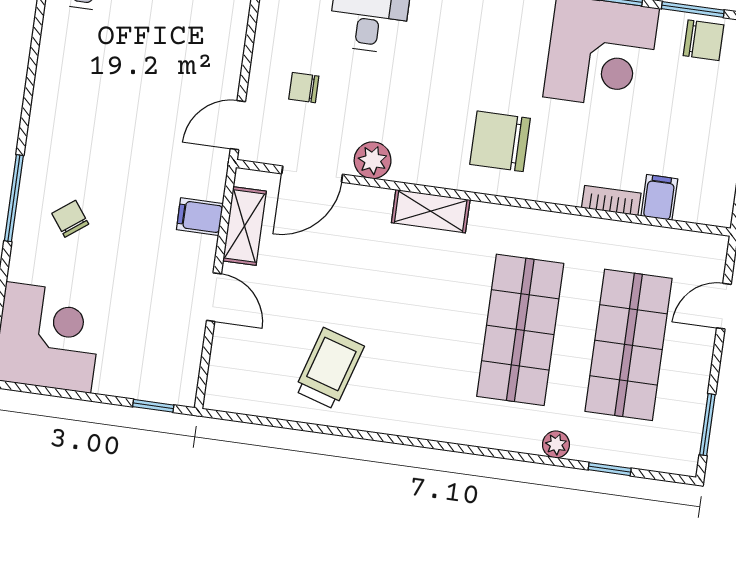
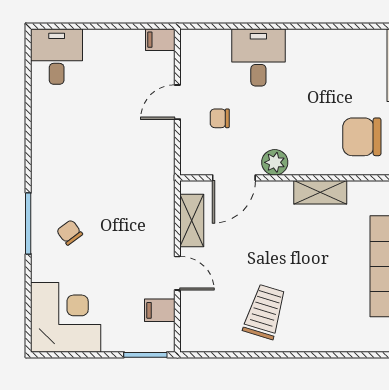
door: (238, 125) -> (177, 102), moved
filing cabinet: (200, 217) -> (160, 310), moved
window: (153, 406) -> (145, 355), width x1.50

